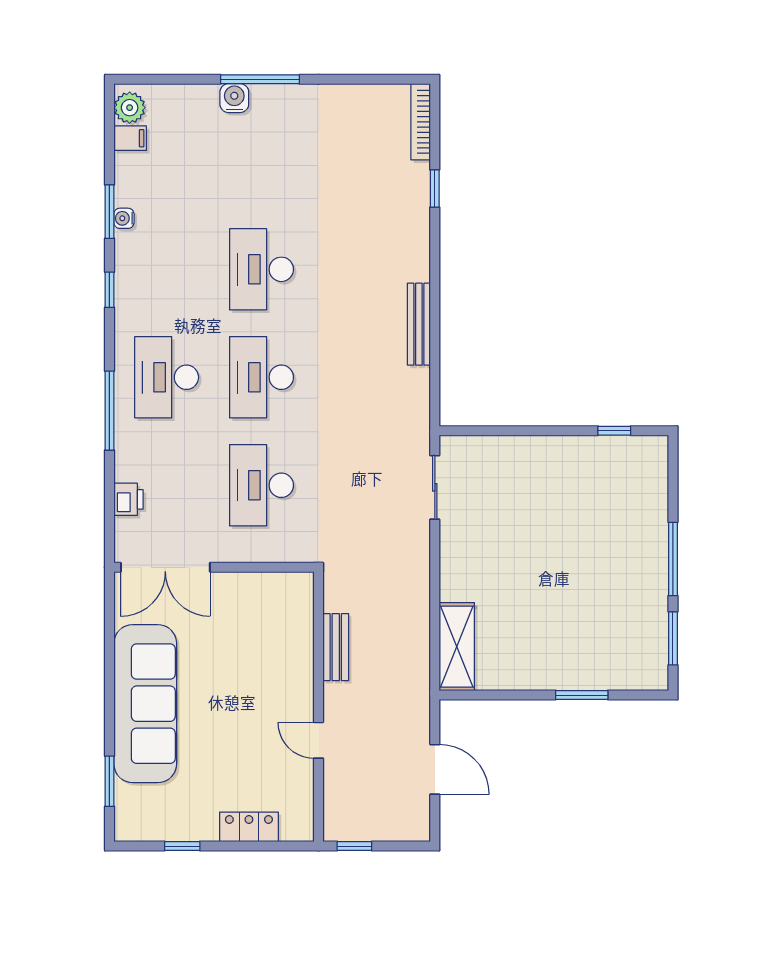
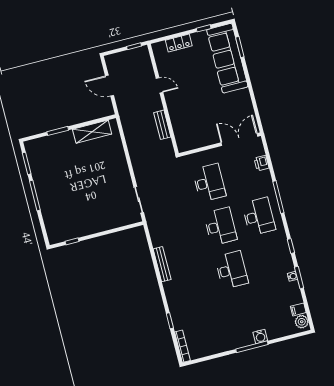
shelving: (457, 647) -> (92, 132), moved, turned 90
sofa: (145, 704) -> (227, 58), moved

